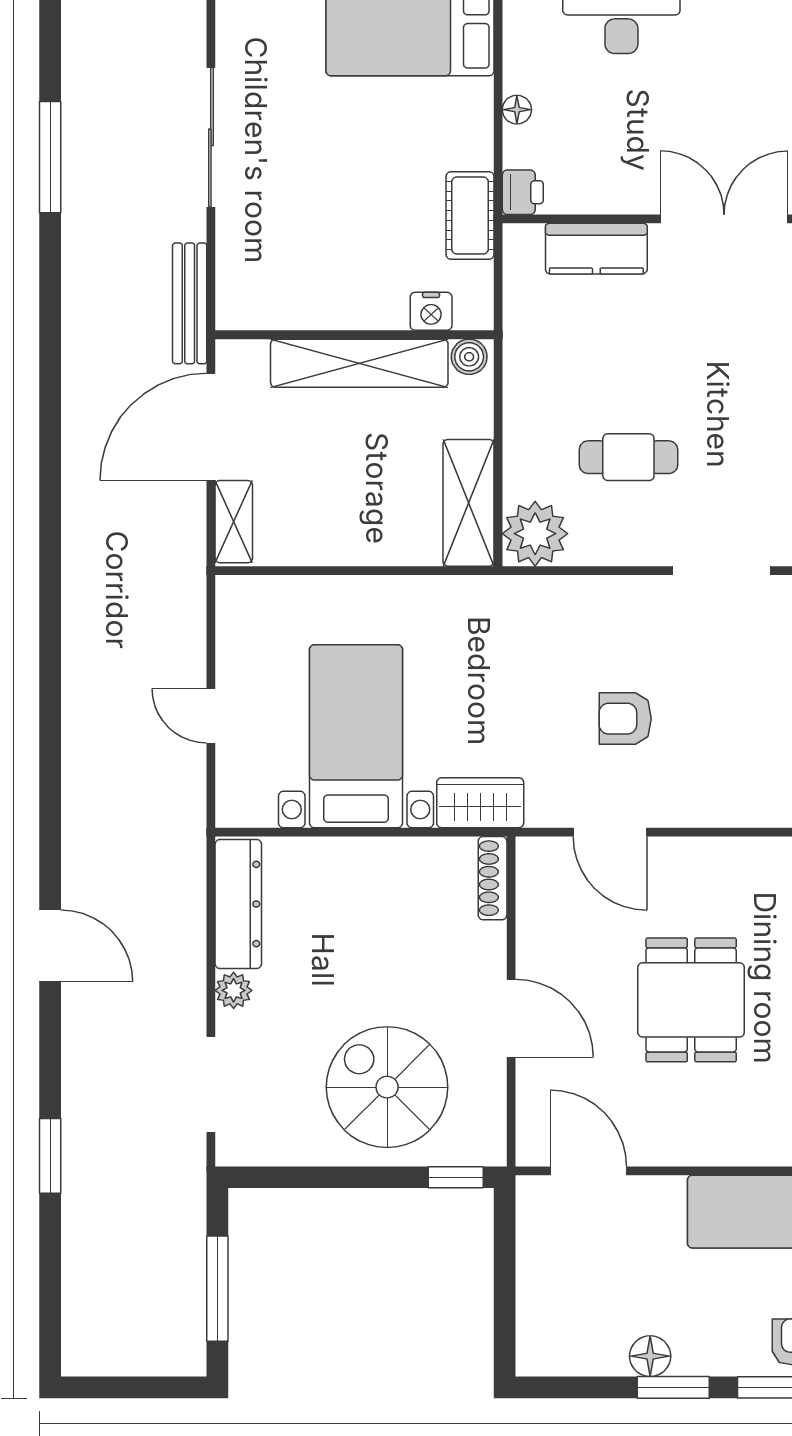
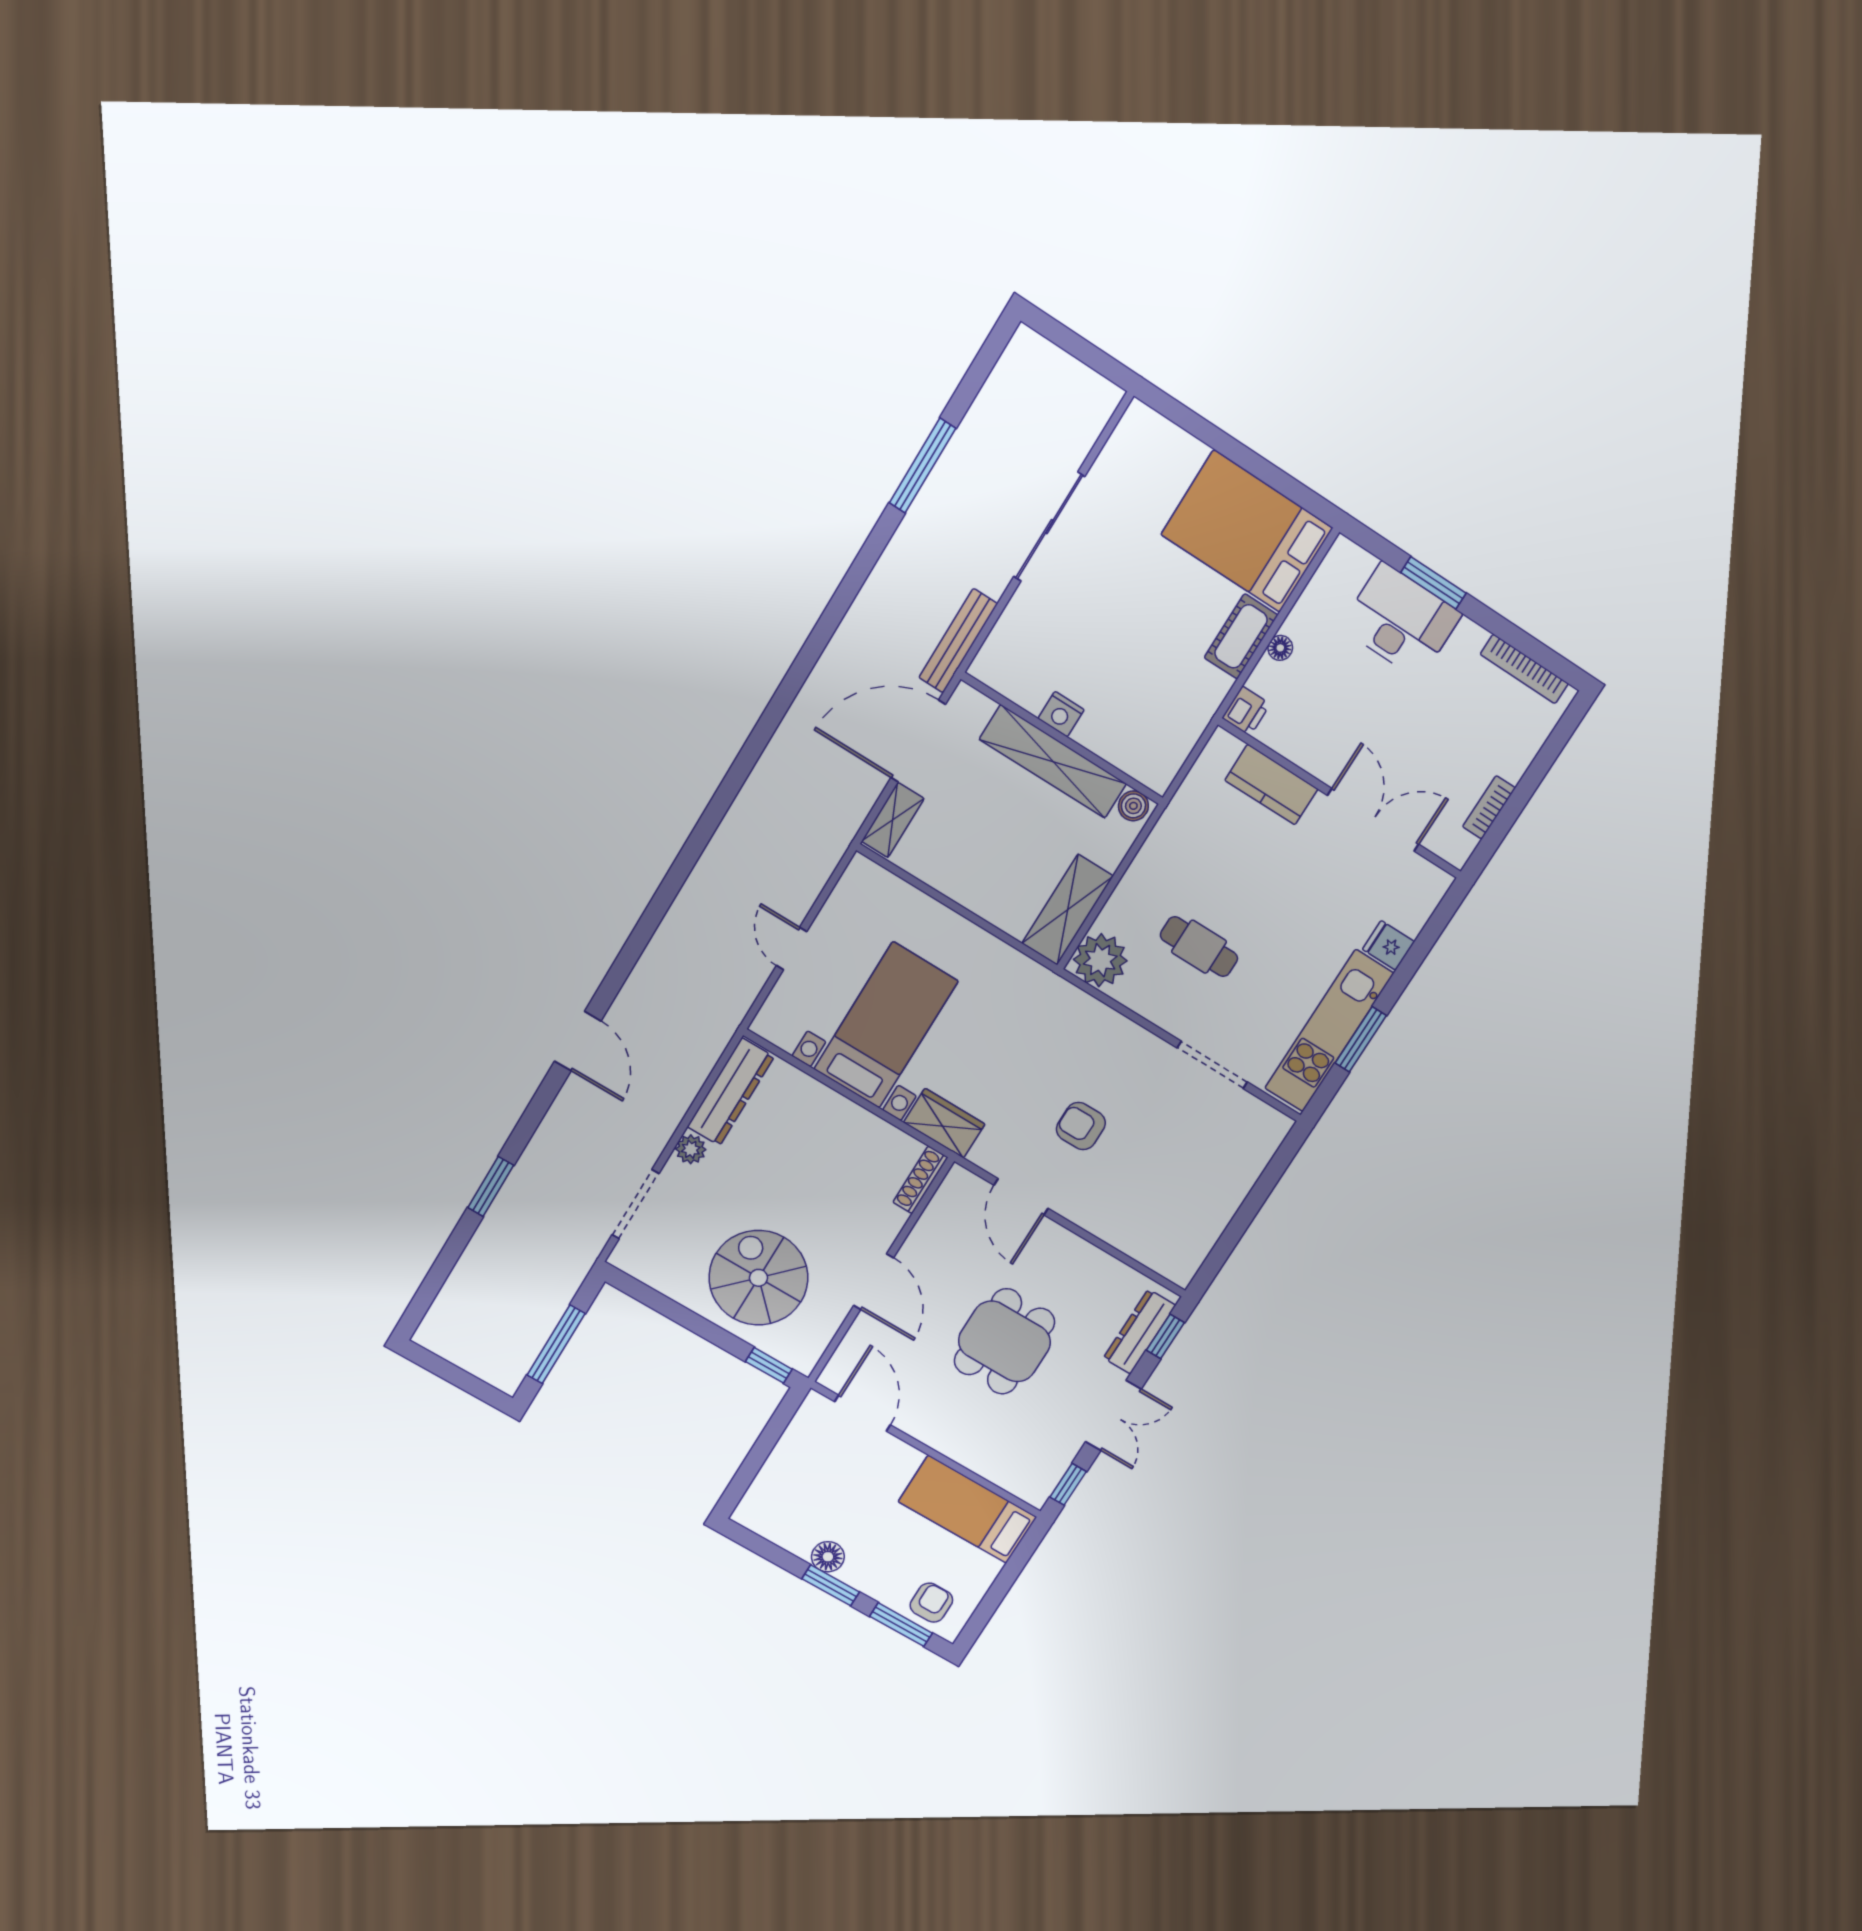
cot: (470, 216) -> (1241, 636), moved
nightstand: (431, 311) -> (1061, 714), moved

